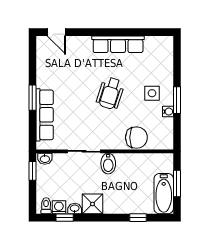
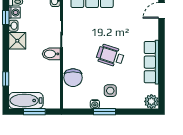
plant: (165, 44) -> (151, 101), added

